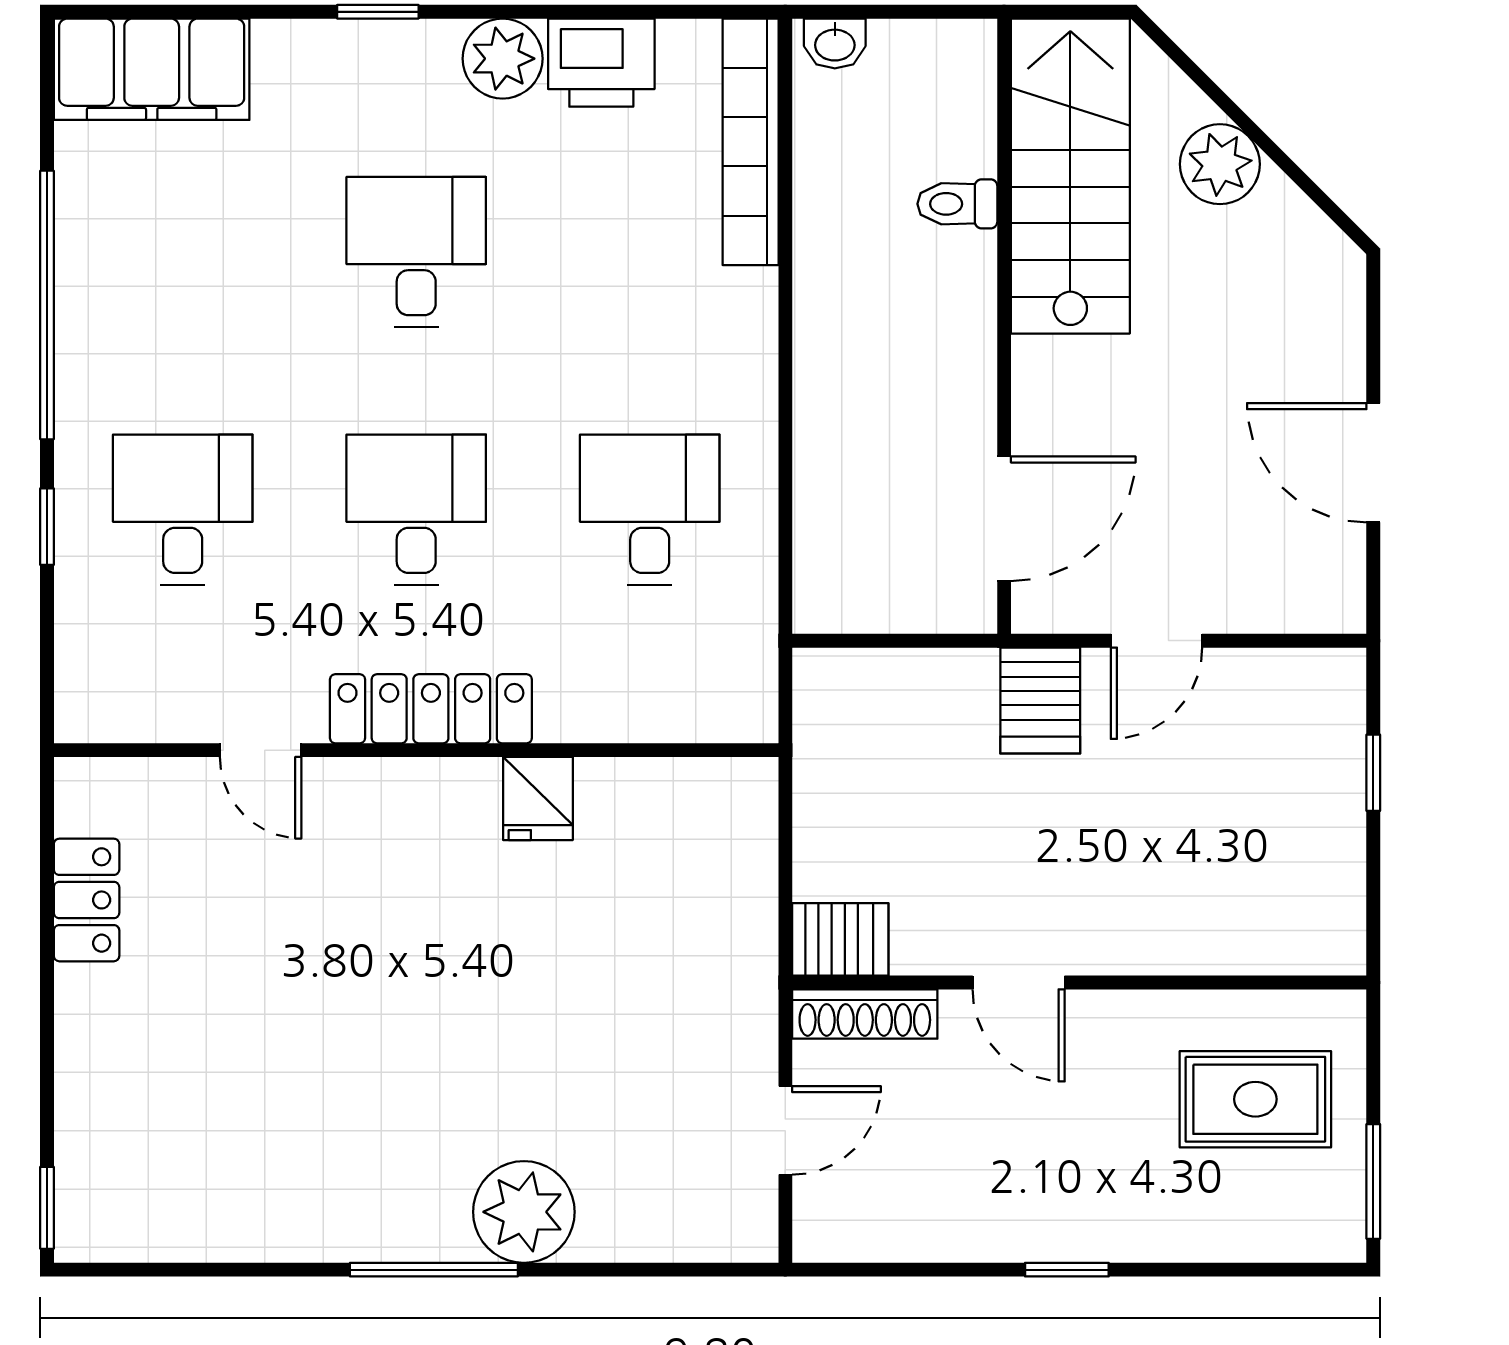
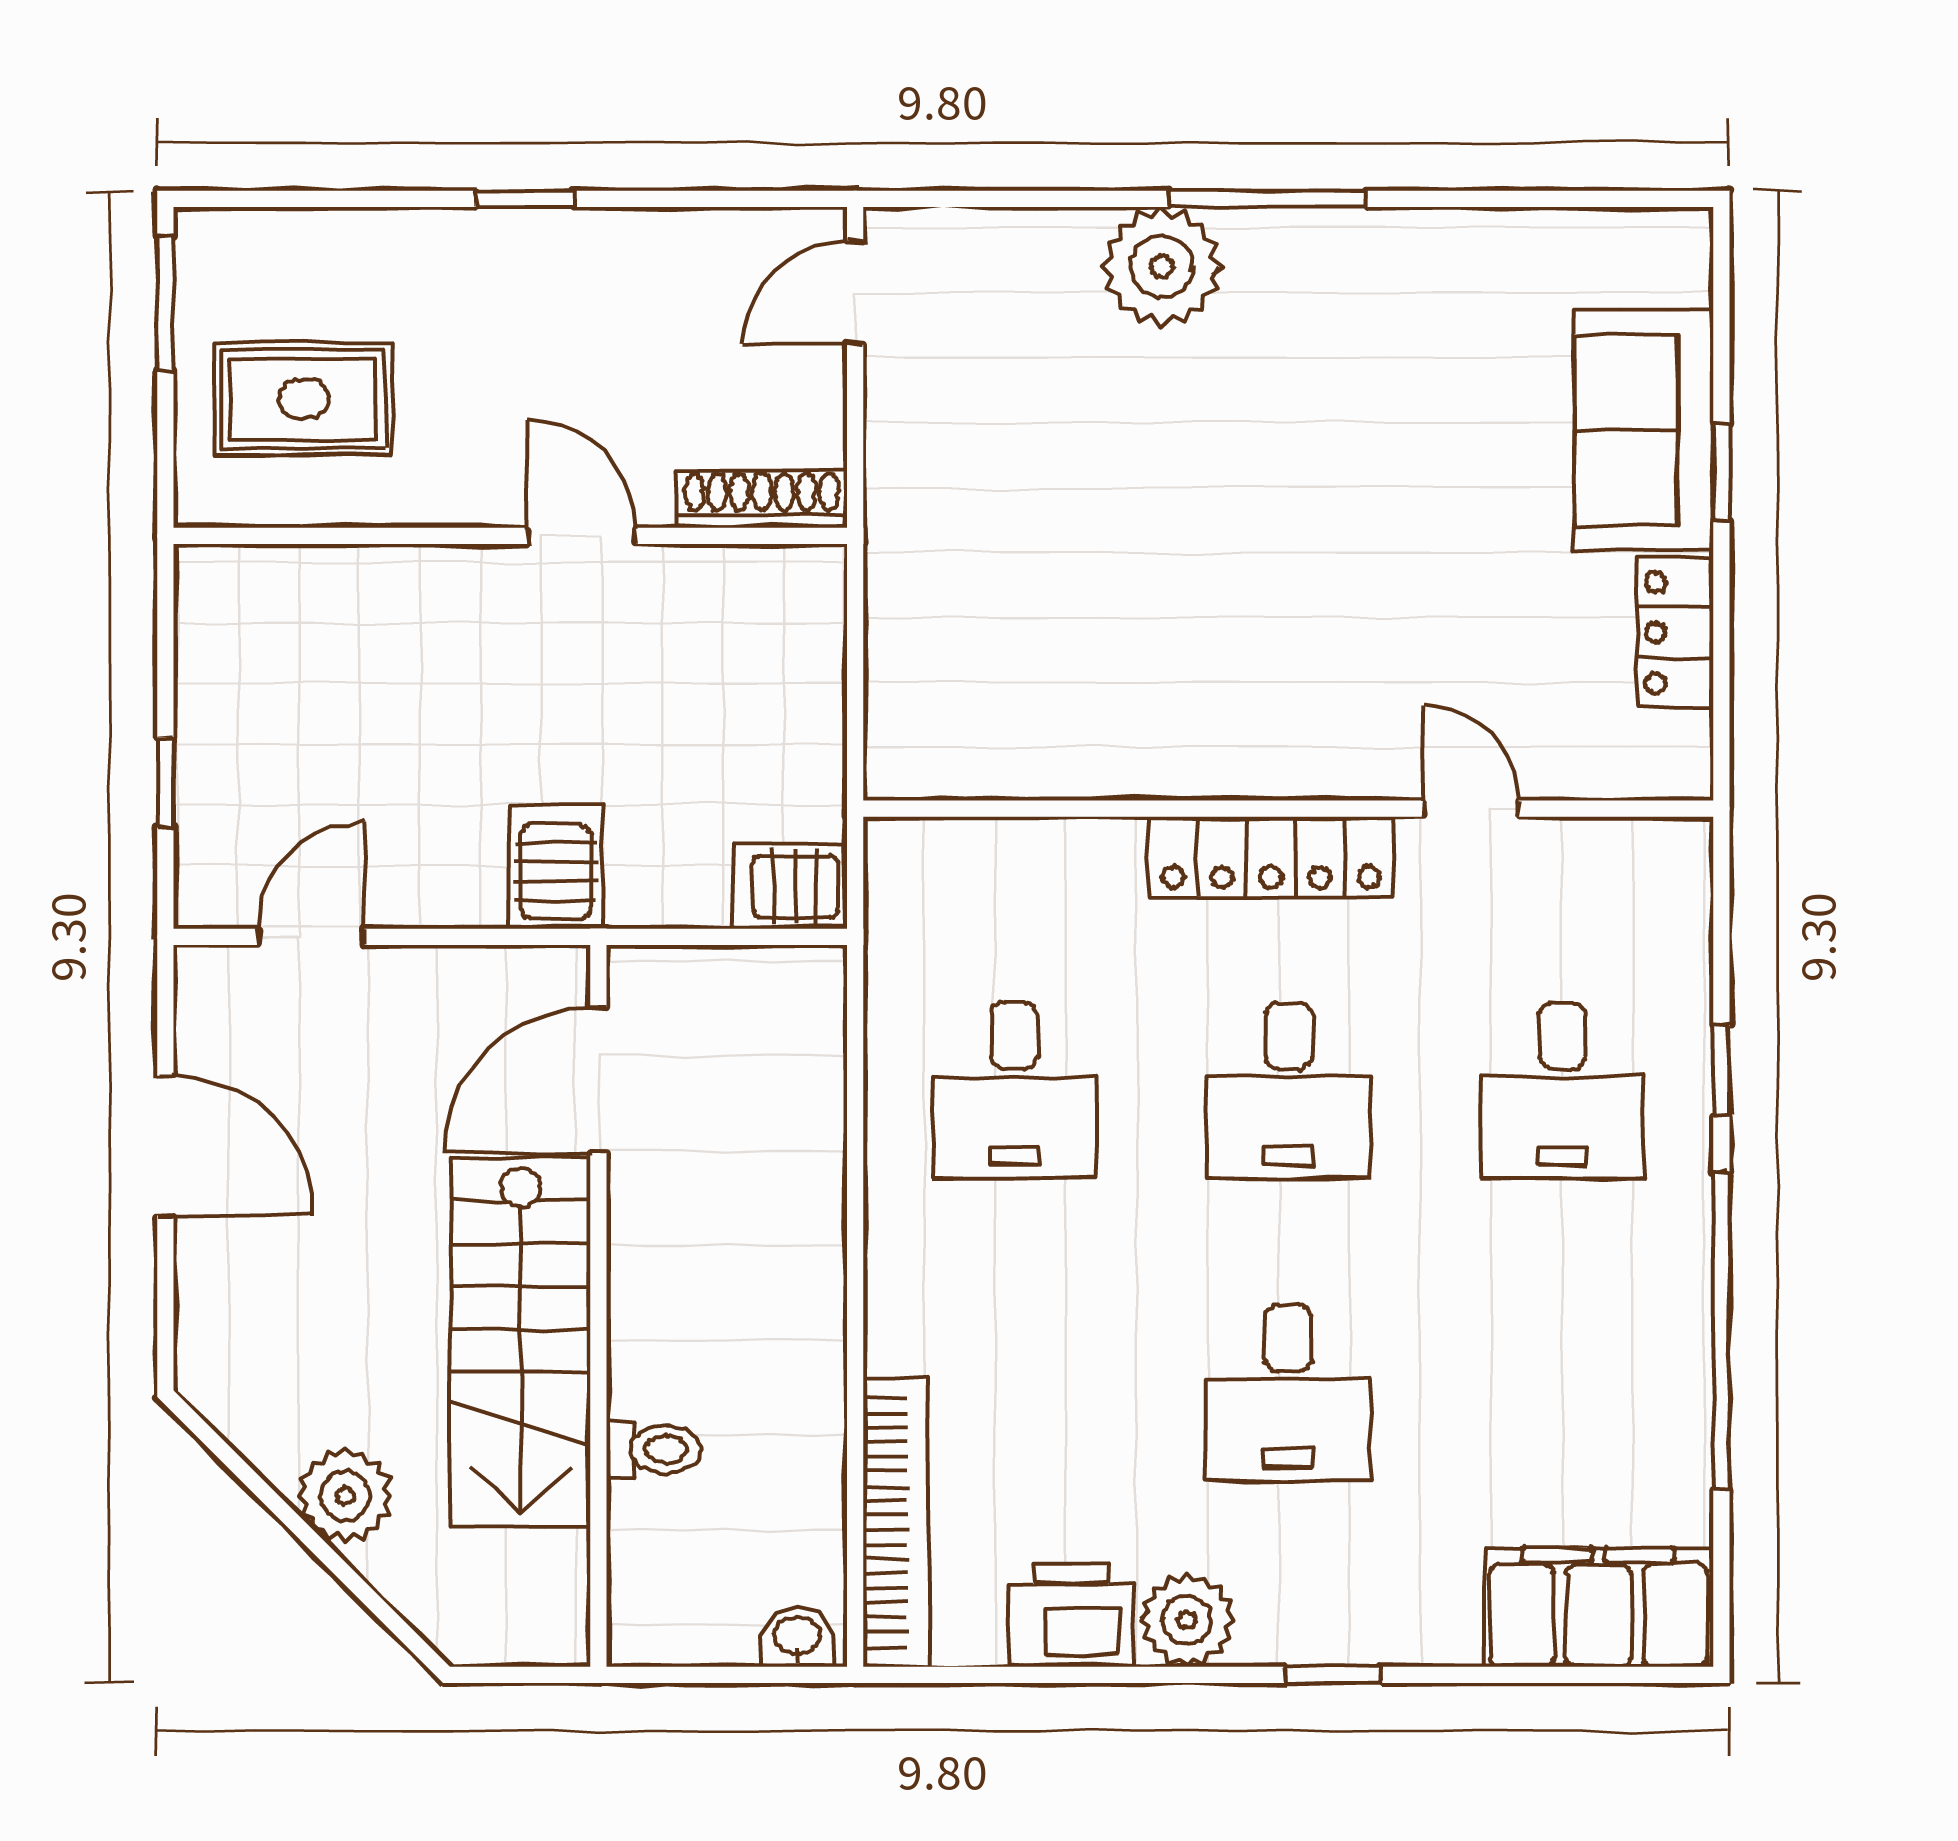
stairs: (1070, 176) -> (521, 1342), moved
door: (1156, 641) -> (311, 937), moved
fridge: (538, 798) -> (1145, 752), removed
server rack: (840, 939) -> (791, 886), moved
sofa: (113, 1073) -> (1644, 430), added
door: (785, 1130) -> (855, 293), moved
window: (47, 1208) -> (1721, 472), moved

